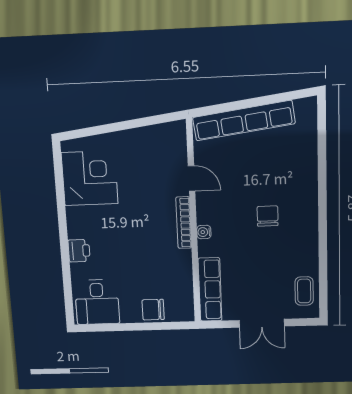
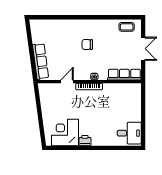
row of seats: (244, 121) -> (41, 61), width x0.73
printer: (79, 251) -> (85, 141), moved
chair: (153, 310) -> (134, 104), removed

